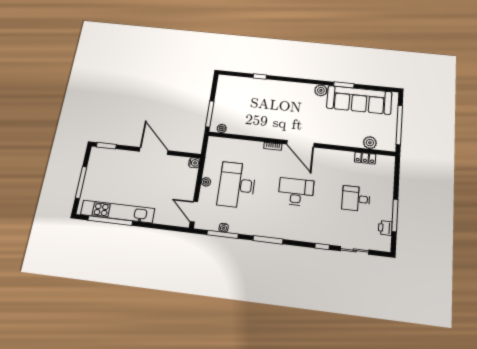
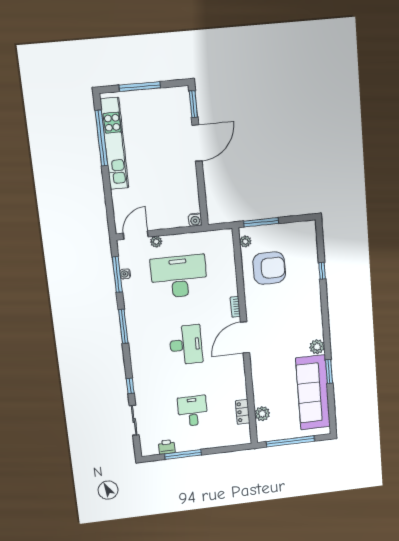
armchair: (248, 115) -> (269, 268), added
door: (154, 151) -> (197, 143), moved
plant: (206, 182) -> (156, 242), moved

